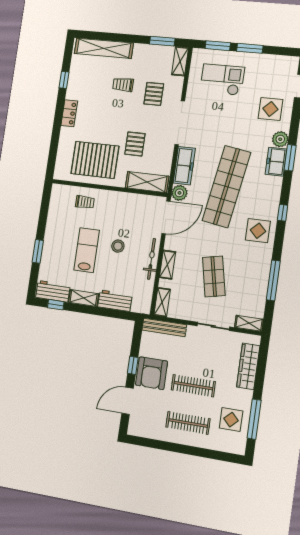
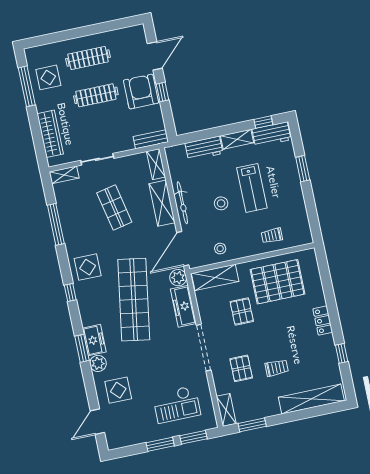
stool: (133, 206) -> (220, 249), added
shelving: (168, 265) -> (162, 203), width x1.50, depth x1.33
bench: (164, 327) -> (151, 139), width x0.73

